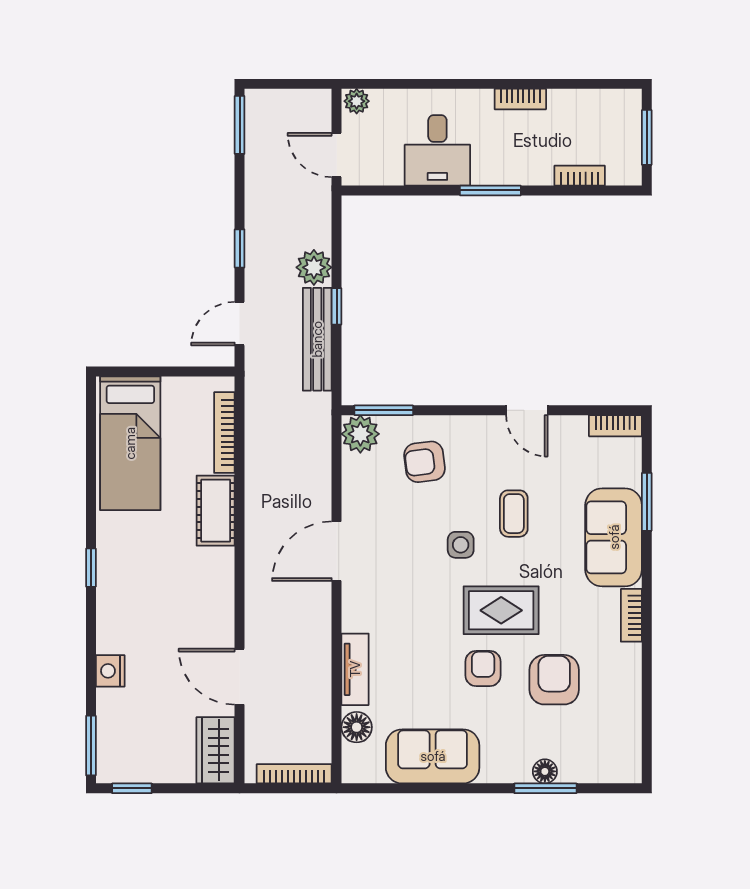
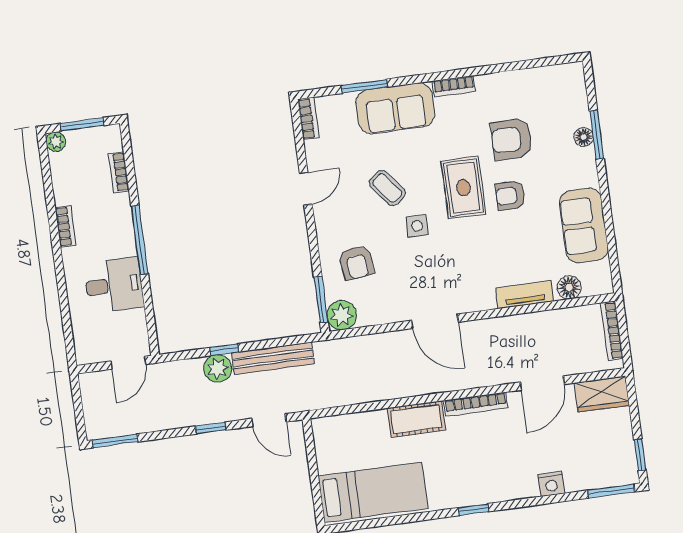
plant: (357, 101) -> (56, 142), moved
window: (490, 190) -> (140, 240), width x1.44
window: (337, 306) -> (224, 350), moved
bookcase: (224, 433) -> (476, 404), moved
coffee table: (514, 514) -> (387, 188), turned 52

